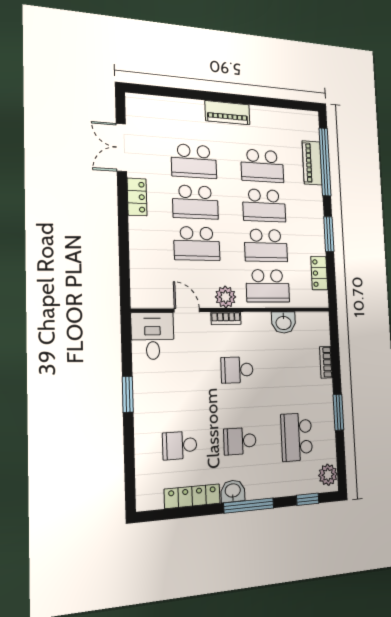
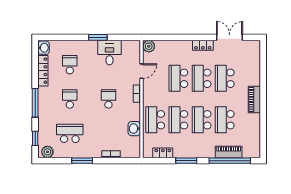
plant: (226, 297) -> (149, 46), moved
desk: (153, 336) -> (110, 53), moved, turned -90
washbasin: (233, 491) -> (44, 48), moved

